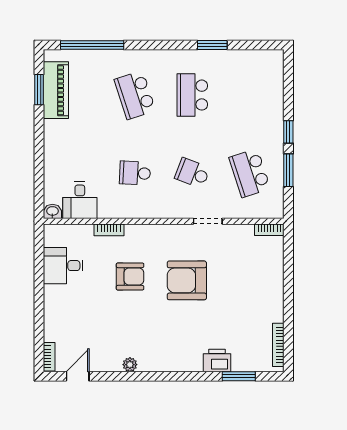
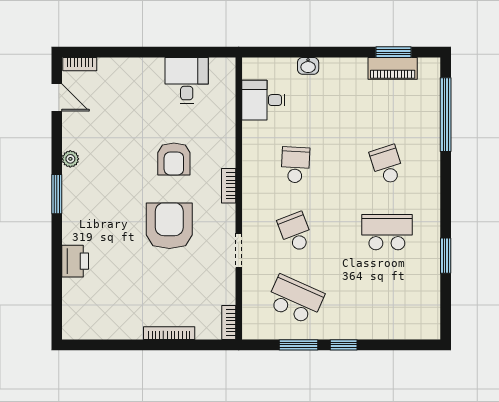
piano: (56, 90) -> (393, 68), width x0.73, depth x0.75
school desk: (135, 95) -> (387, 165), width x0.54
school desk: (192, 173) -> (295, 232), turned -42
school desk: (250, 173) -> (295, 300), turned 42
washbasin: (52, 211) -> (308, 66), moved, turned 90
bookcase: (109, 230) -> (229, 186), moved
bookcase: (278, 345) -> (169, 333), moved
window: (239, 376) -> (57, 194), moved

